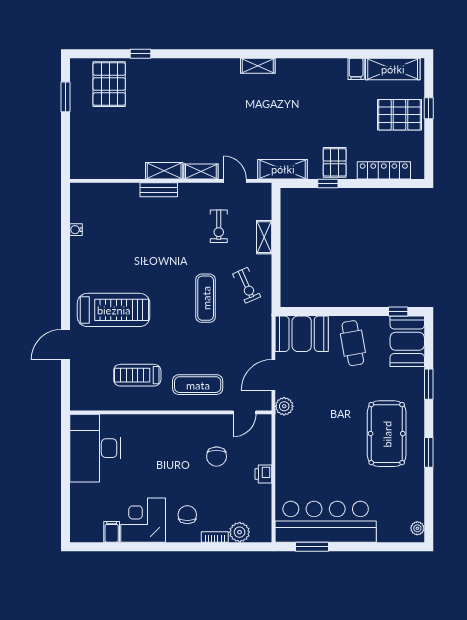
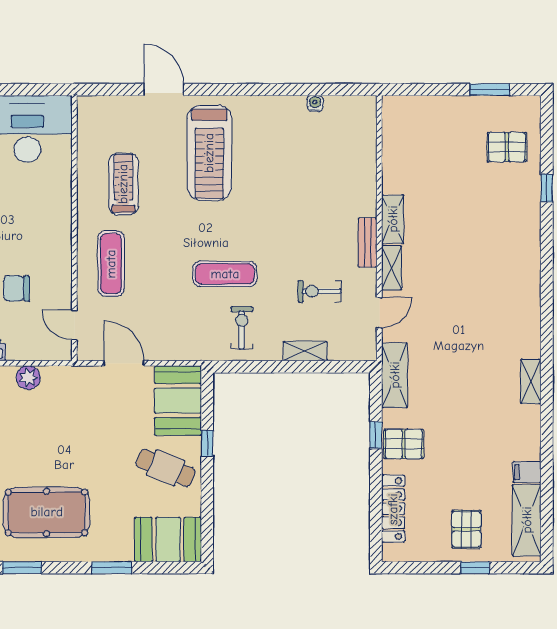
shelving: (258, 66) -> (531, 381), moved
pallet: (109, 84) -> (507, 147), width x0.67, depth x0.71
pallet: (399, 115) -> (466, 529), width x0.67, depth x0.71
bench: (159, 190) -> (368, 243), moved
exercise bike: (247, 285) -> (242, 328), turned 114
window: (398, 312) -> (207, 443), moved
cafe table: (353, 343) -> (166, 468), turned 32
plant: (284, 406) -> (28, 378), moved

